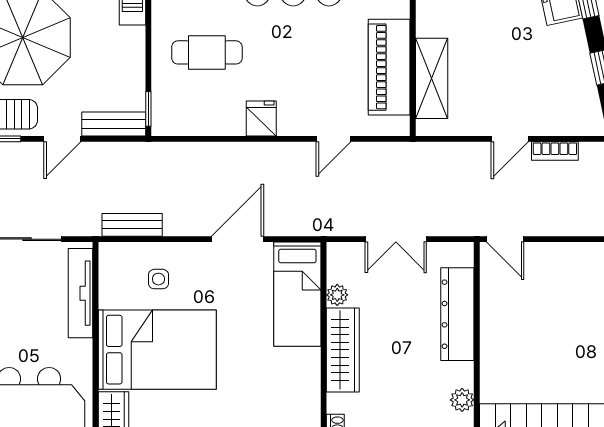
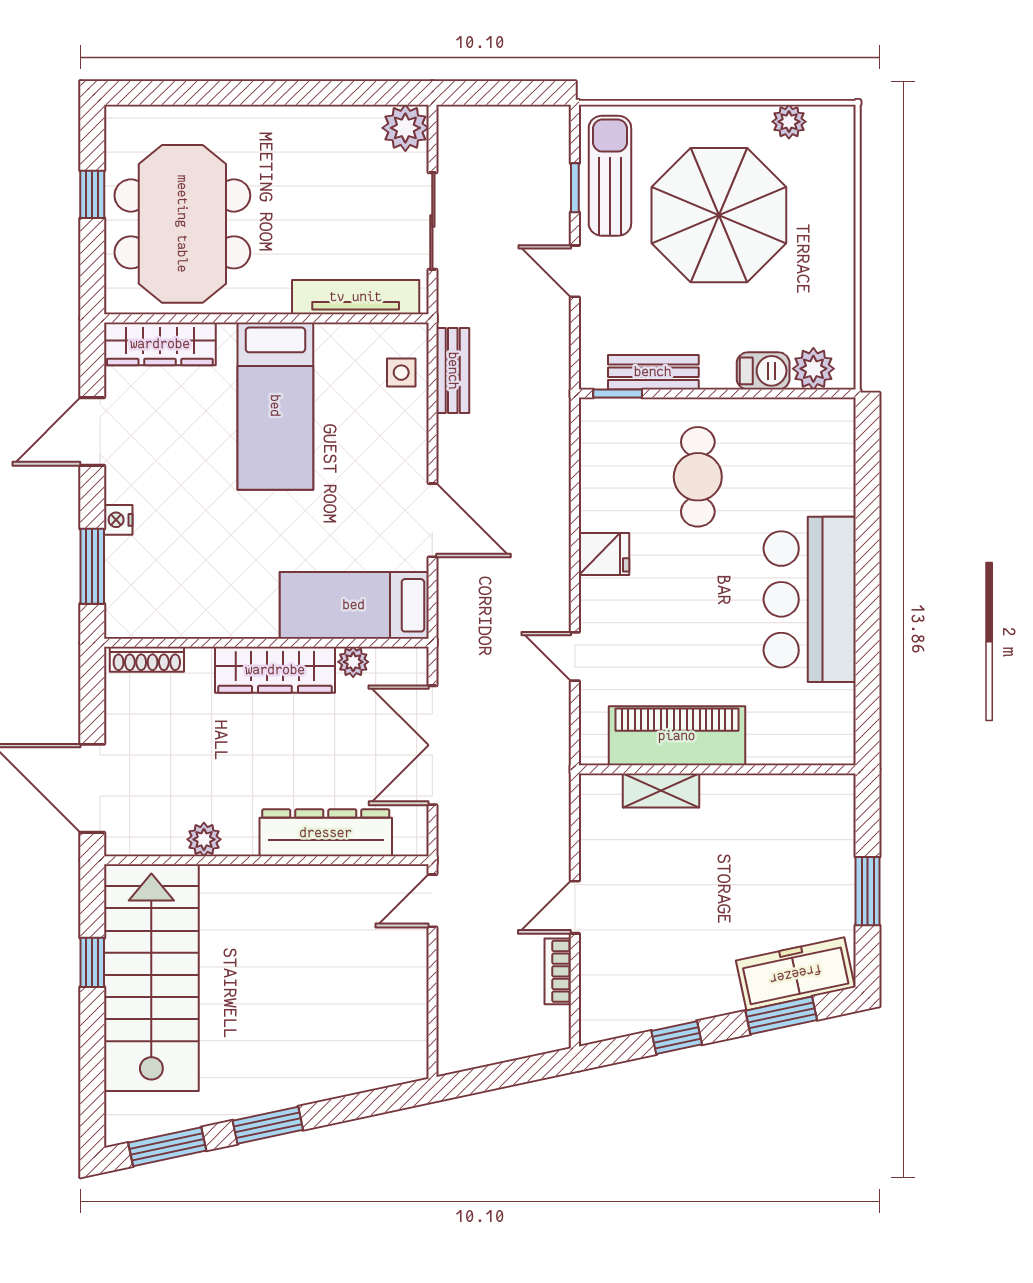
shelving: (432, 78) -> (661, 790), width x0.67, depth x0.75
bench: (114, 124) -> (653, 372), moved, turned 90
door: (510, 139) -> (575, 907), hinge flipped
double door: (396, 239) -> (432, 745), width x1.37
side table: (158, 279) -> (401, 373), moved
bed: (157, 350) -> (275, 406), width x0.67

